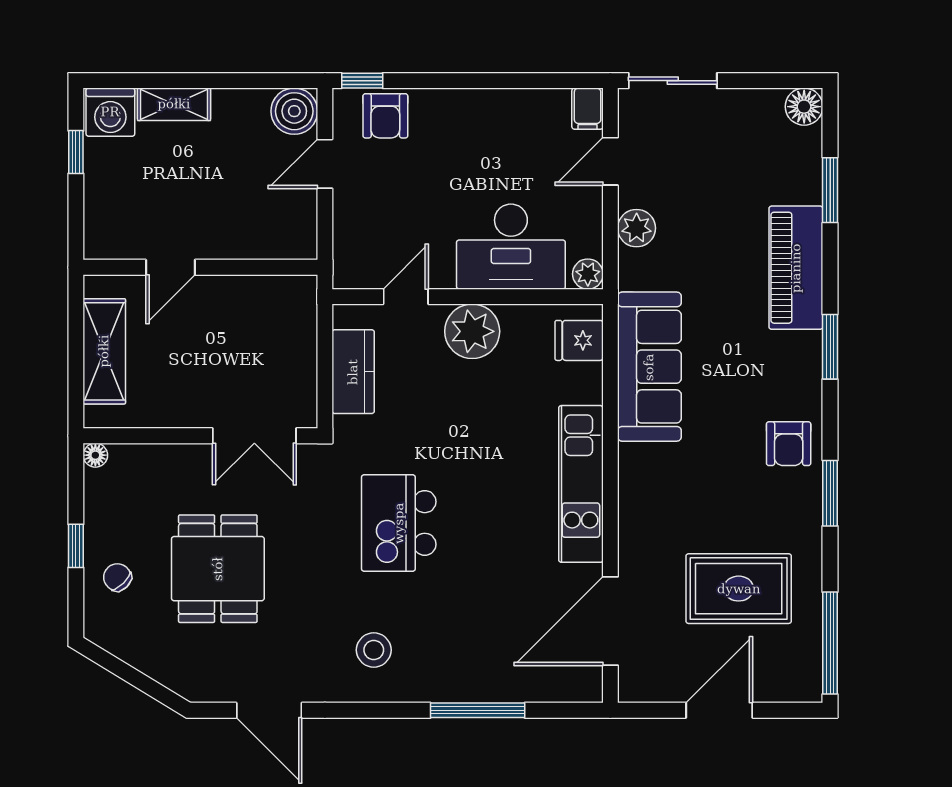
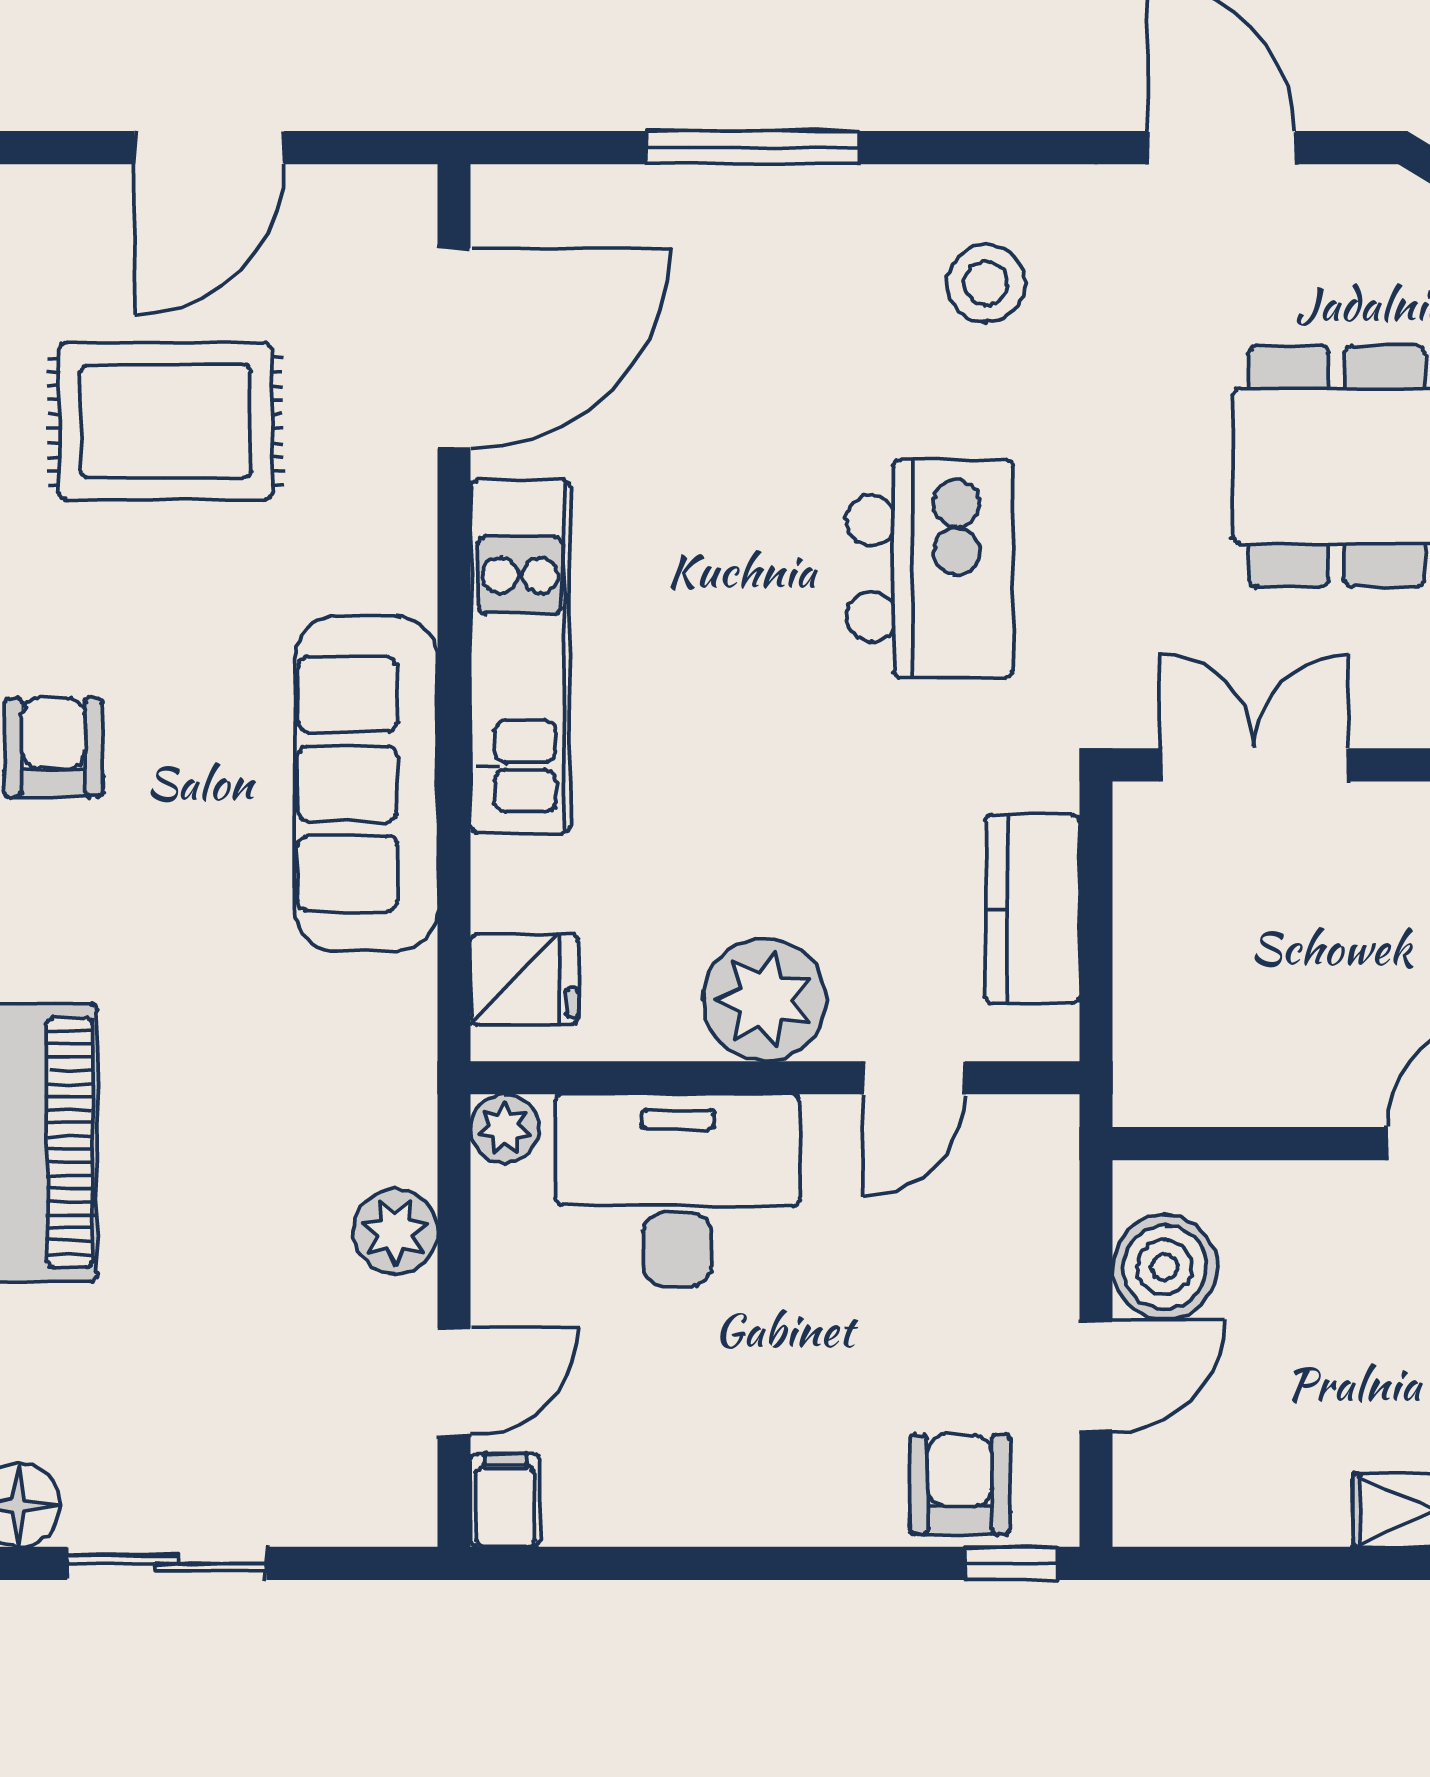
sliding door: (673, 81) -> (167, 1563), moved
boiler: (294, 111) -> (1165, 1267), moved
sofa: (649, 367) -> (366, 784), moved

